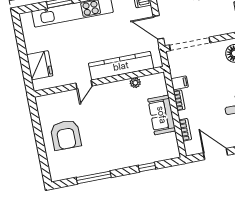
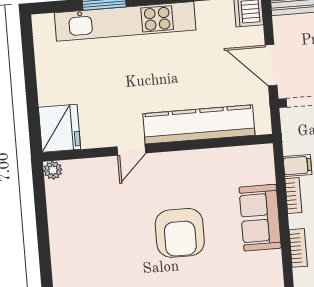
fridge: (40, 65) -> (59, 128), moved
plant: (135, 83) -> (53, 170), moved
armchair: (66, 135) -> (180, 233), moved

